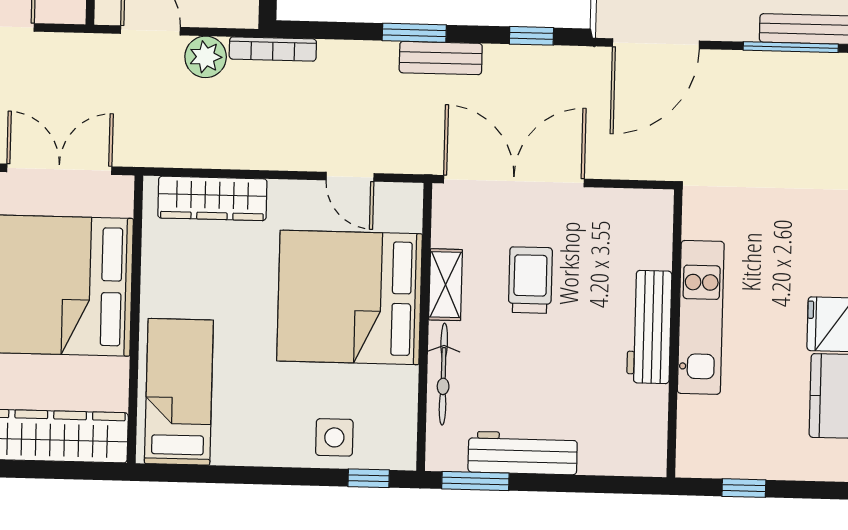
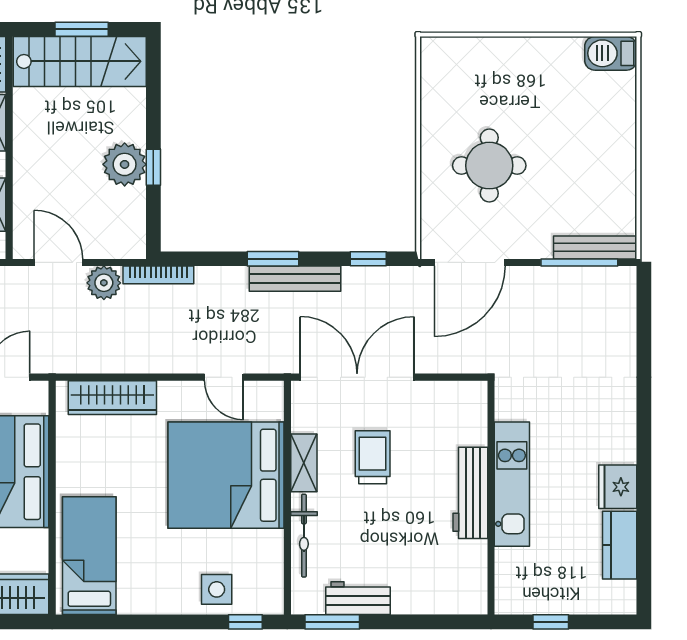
bench: (441, 58) -> (295, 279), width x1.36
workbench: (523, 453) -> (358, 598), width x0.73

